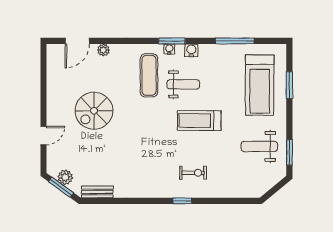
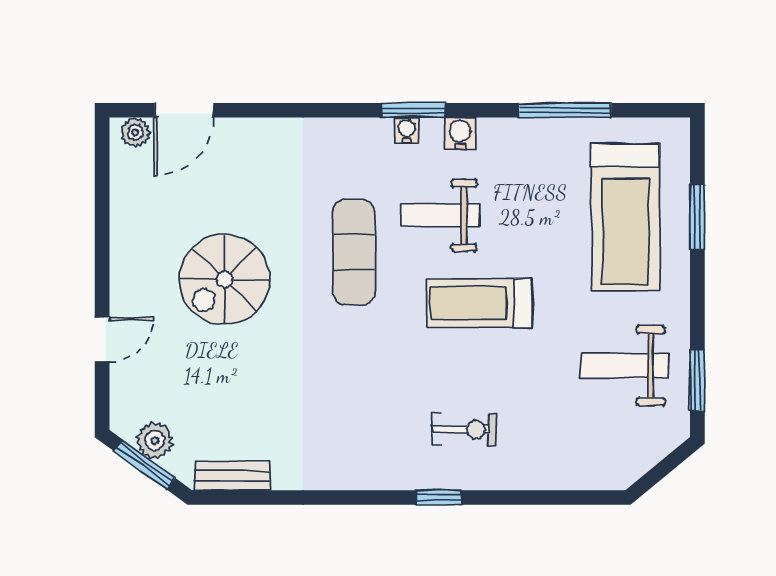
plant: (103, 50) -> (135, 132), moved
exercise mat: (149, 75) -> (354, 252), moved
weight bench: (183, 84) -> (441, 215), turned 180

